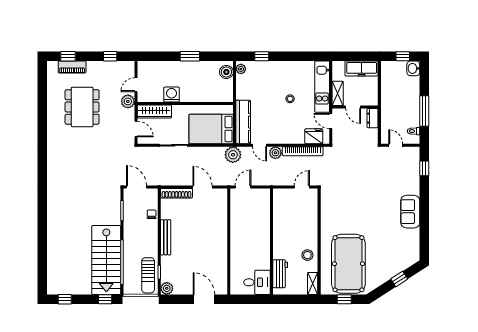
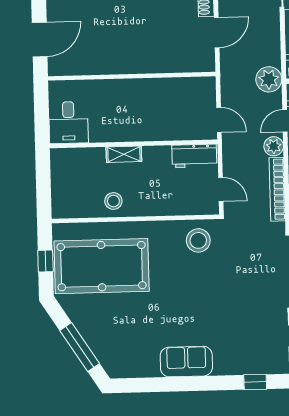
door: (243, 187) -> (219, 120), moved
stool: (334, 202) -> (198, 240), added
workbench: (280, 274) -> (194, 156), moved
window: (399, 279) -> (80, 347), width x2.17
shelving: (313, 283) -> (124, 154), moved

